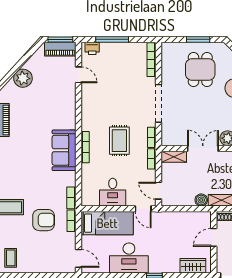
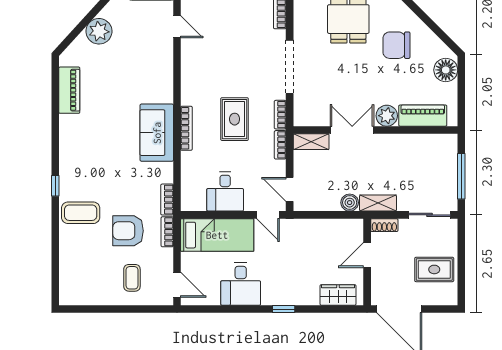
armchair: (44, 220) -> (128, 231), turned 180
coffee table: (11, 258) -> (132, 278), moved
desk: (129, 258) -> (241, 284), width x0.73

